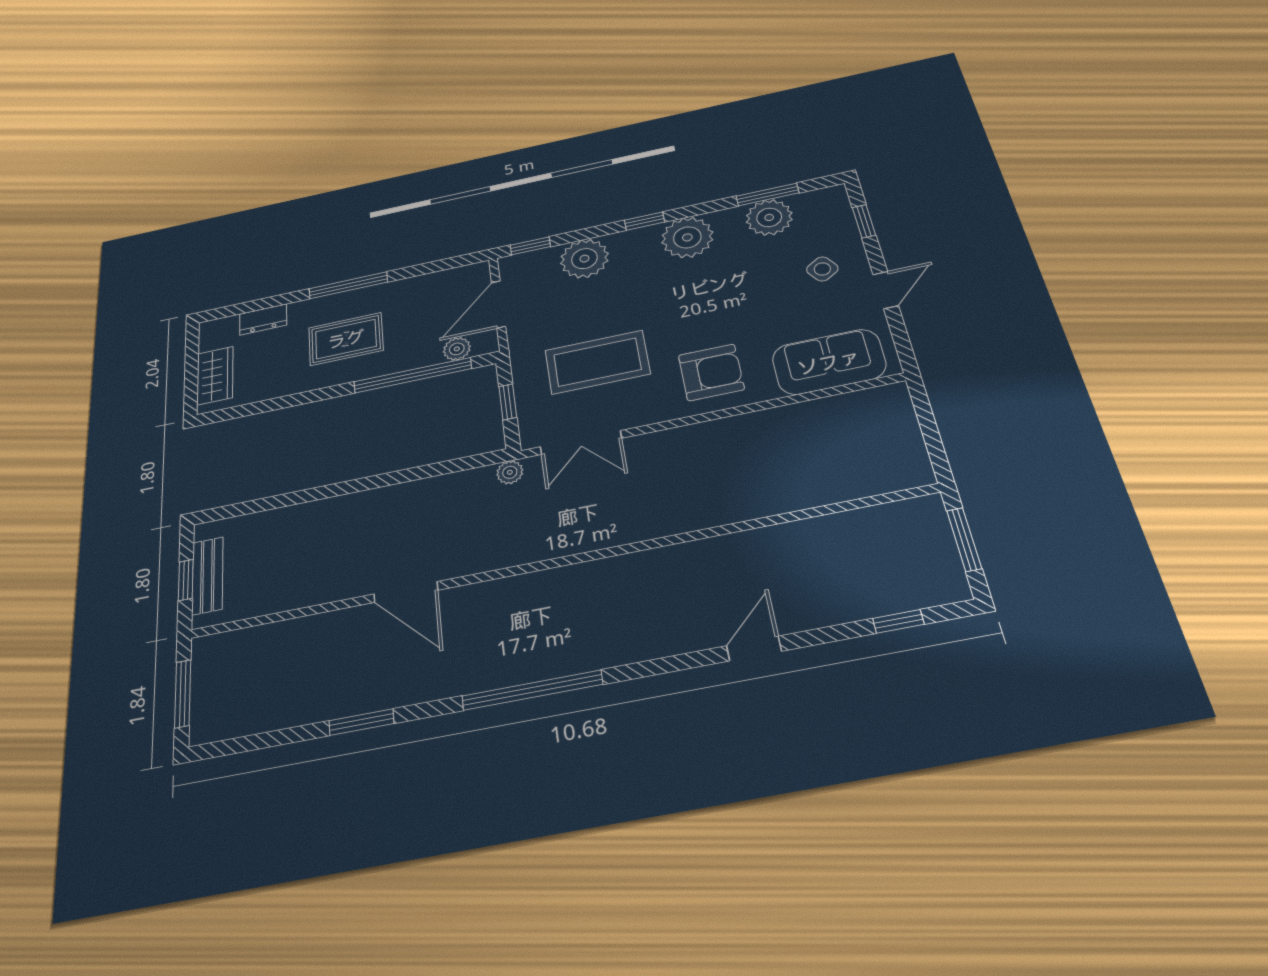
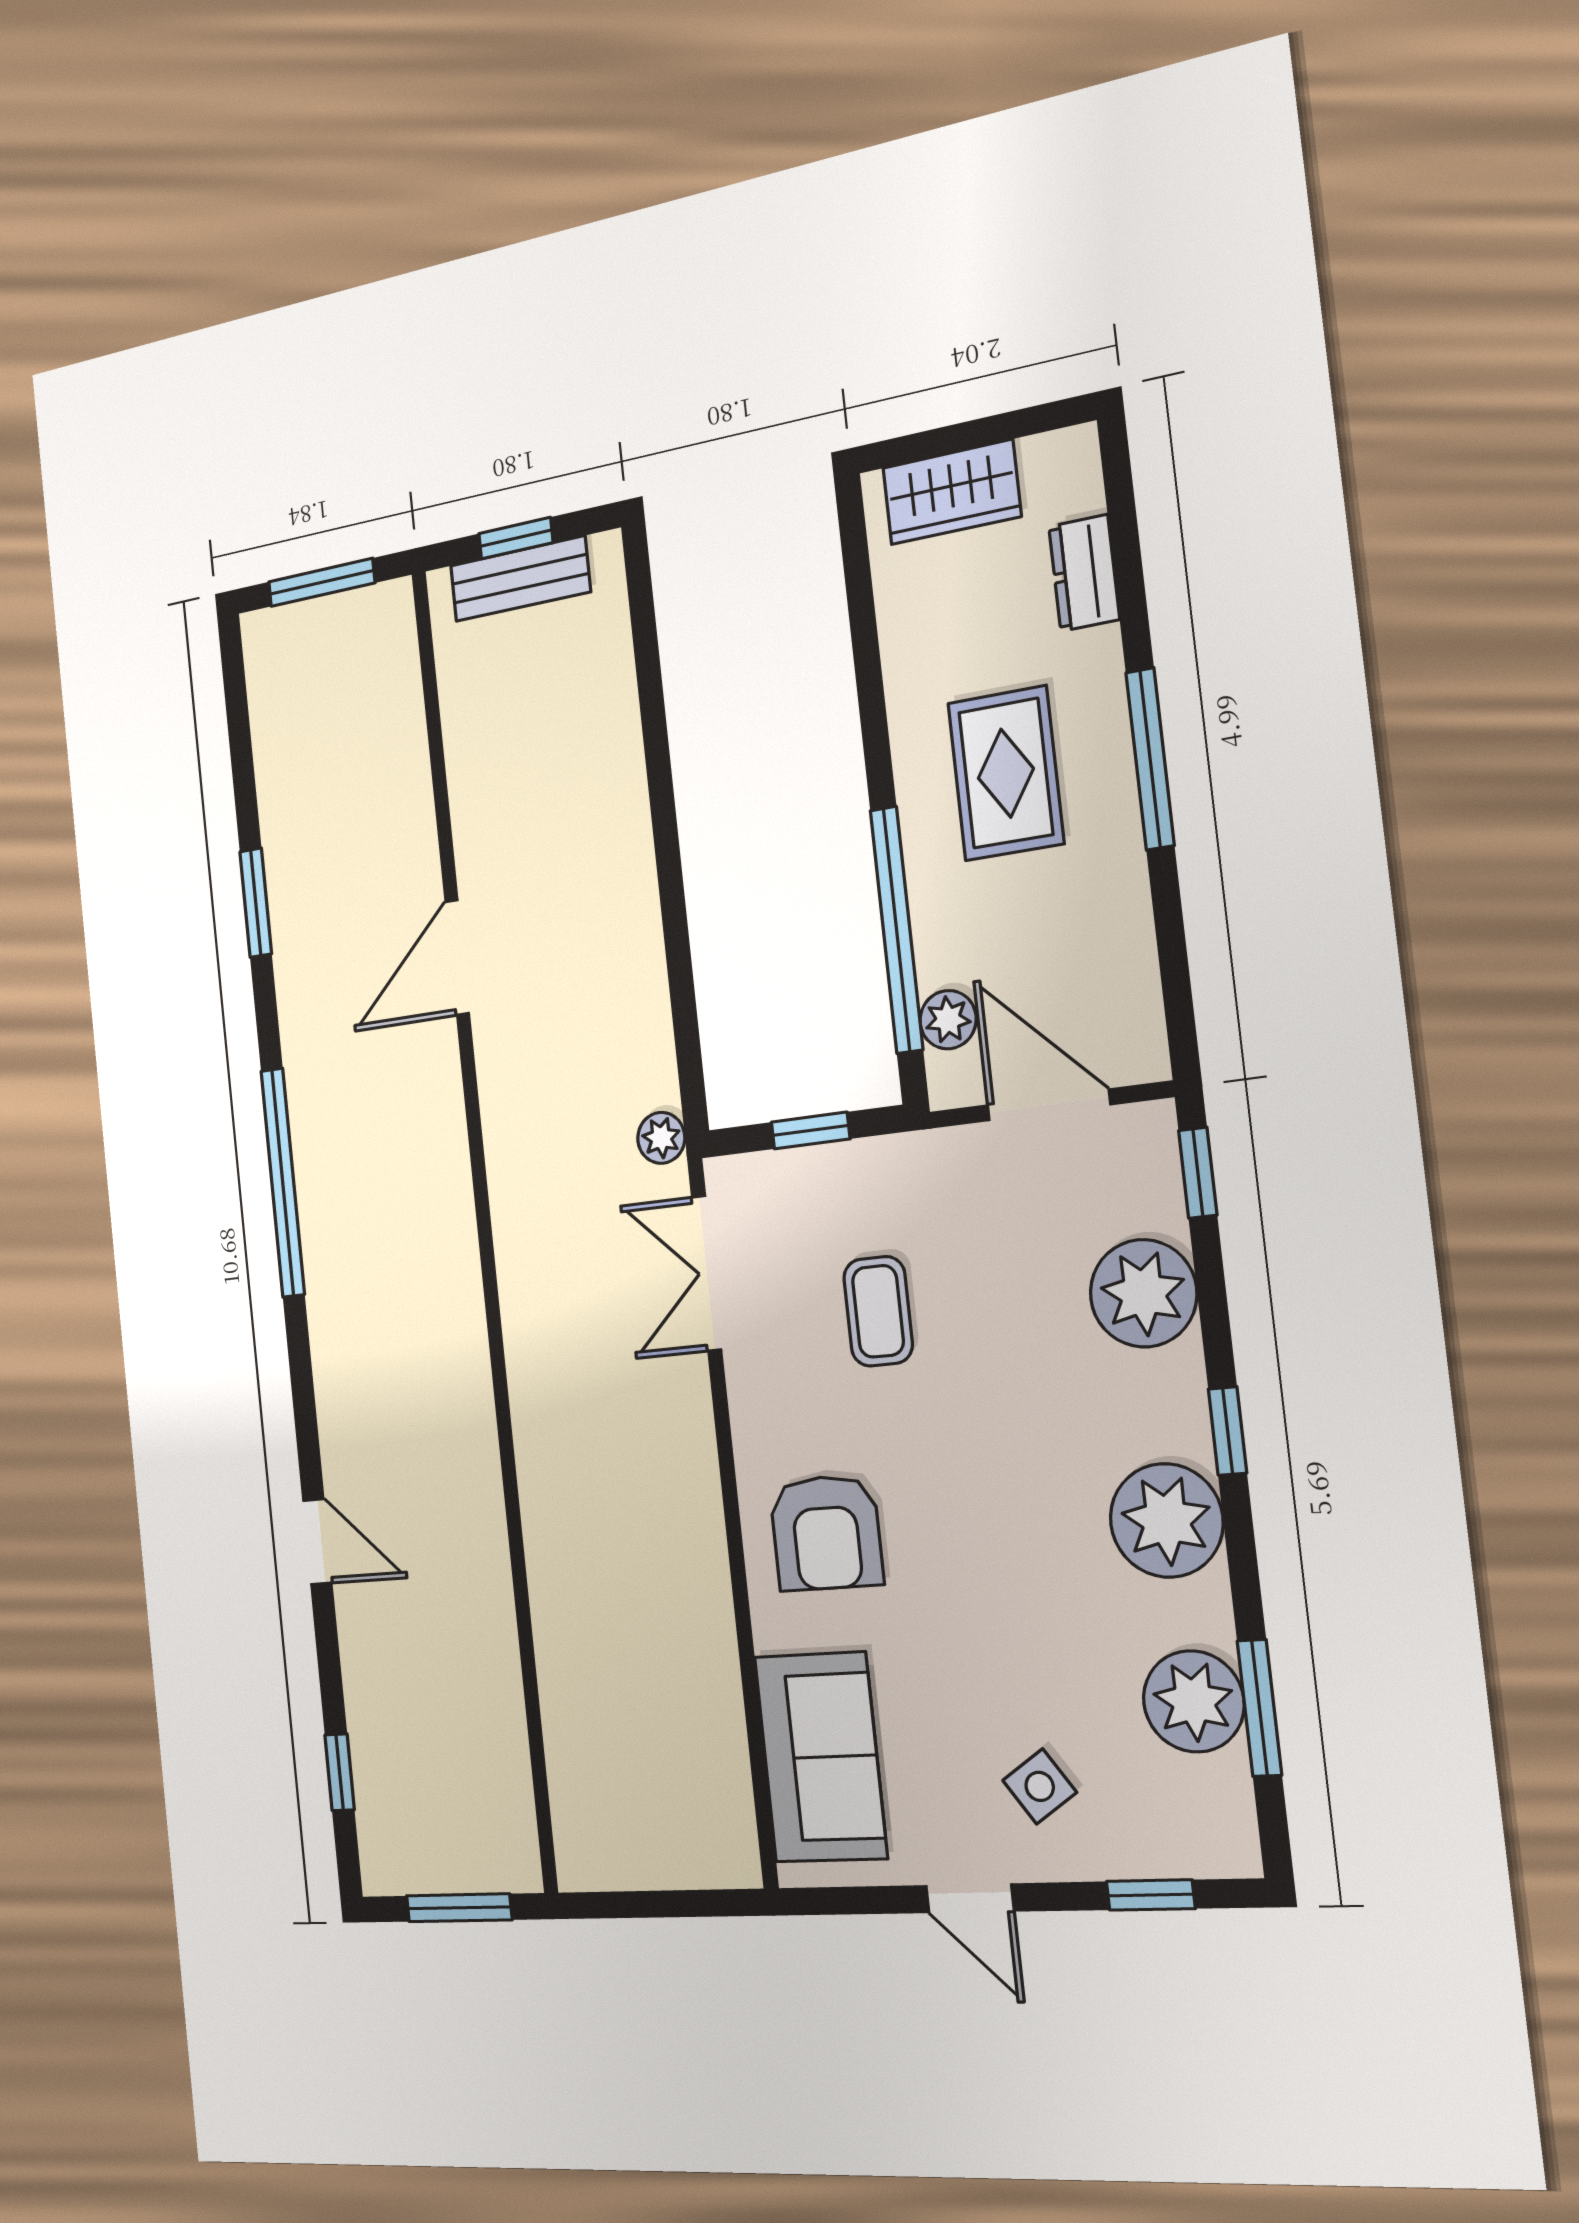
coffee table: (597, 362) -> (878, 1311), width x0.54, depth x0.58

